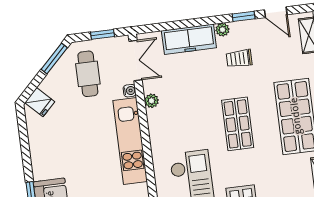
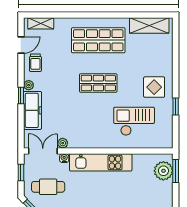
window: (244, 16) -> (21, 95), moved
trolley: (239, 58) -> (35, 63), moved
plant: (152, 101) -> (63, 143), moved

